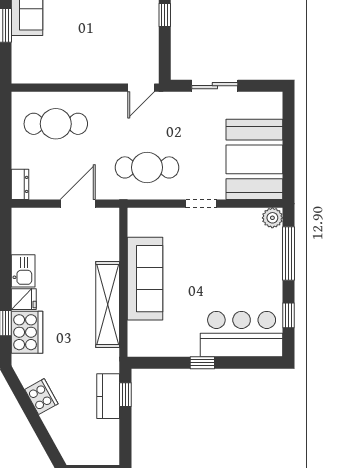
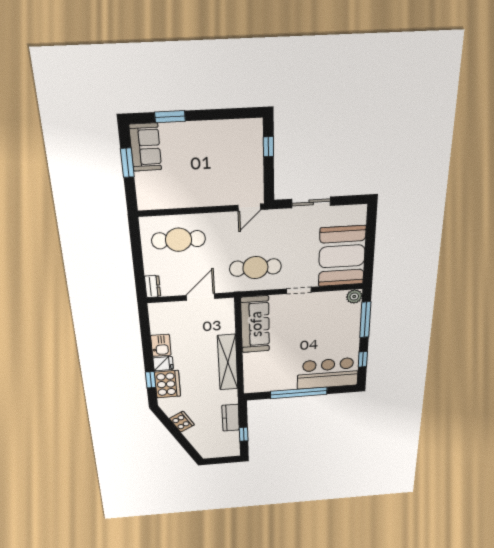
sofa: (145, 279) -> (255, 324), moved
window: (202, 363) -> (299, 393), width x3.17
window: (125, 395) -> (244, 434), moved

